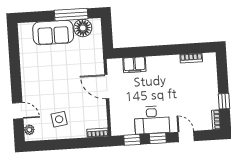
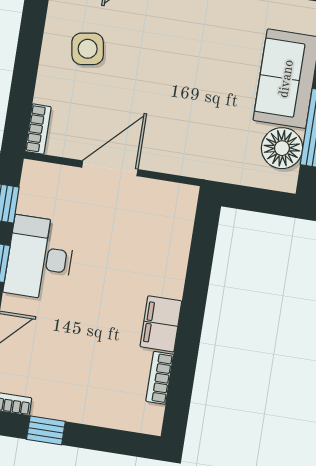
filing cabinet: (134, 65) -> (161, 324), moved
door: (107, 87) -> (110, 168), moved

